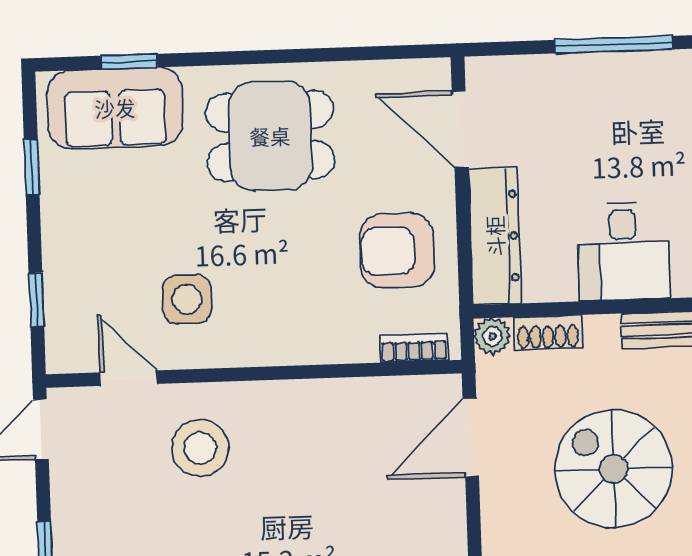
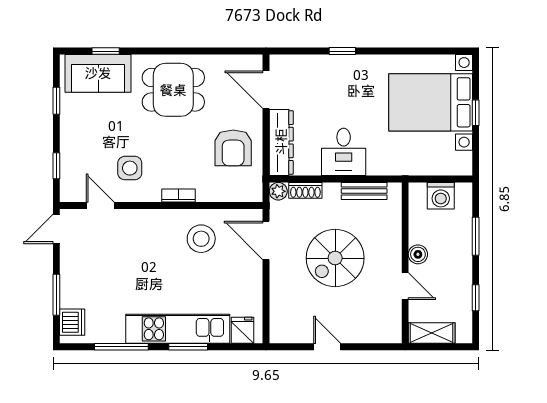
window: (614, 45) -> (342, 51), width x0.46
armchair: (397, 251) -> (233, 148), turned -90
bookcase: (414, 348) -> (179, 196), moved
door: (471, 438) -> (266, 240), hinge flipped
stool: (200, 448) -> (201, 239), moved
spiral stairs: (613, 469) -> (335, 258), turned -90

